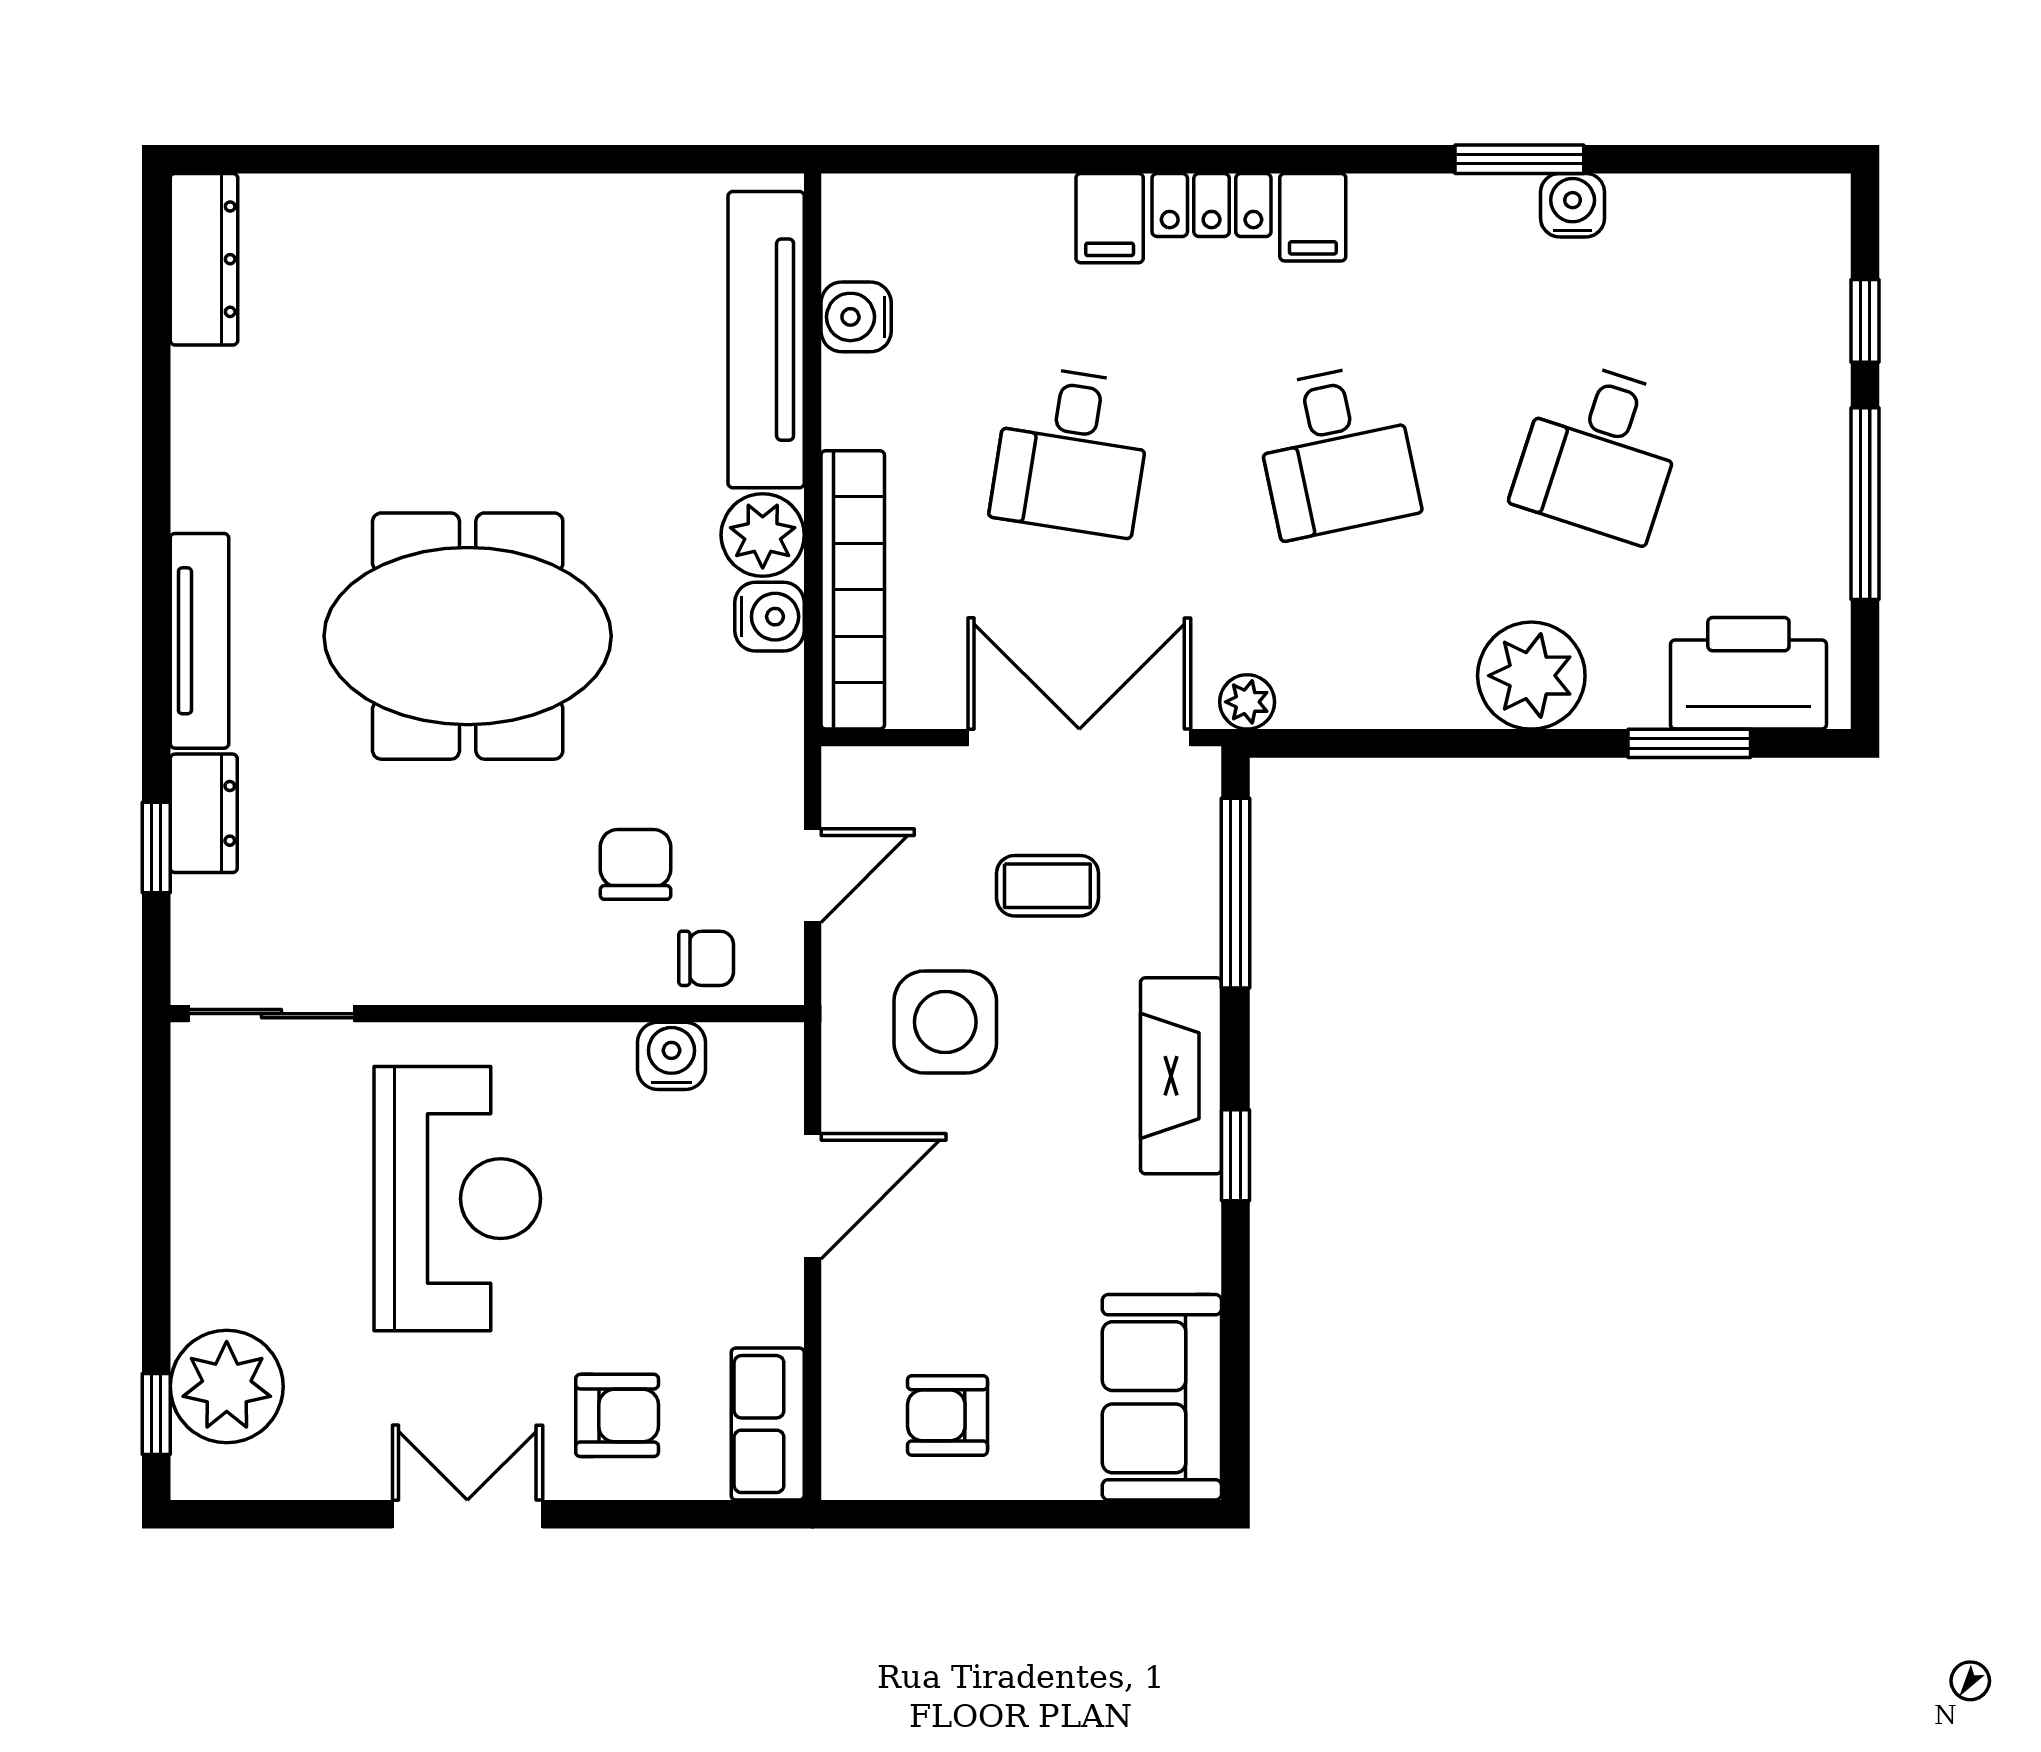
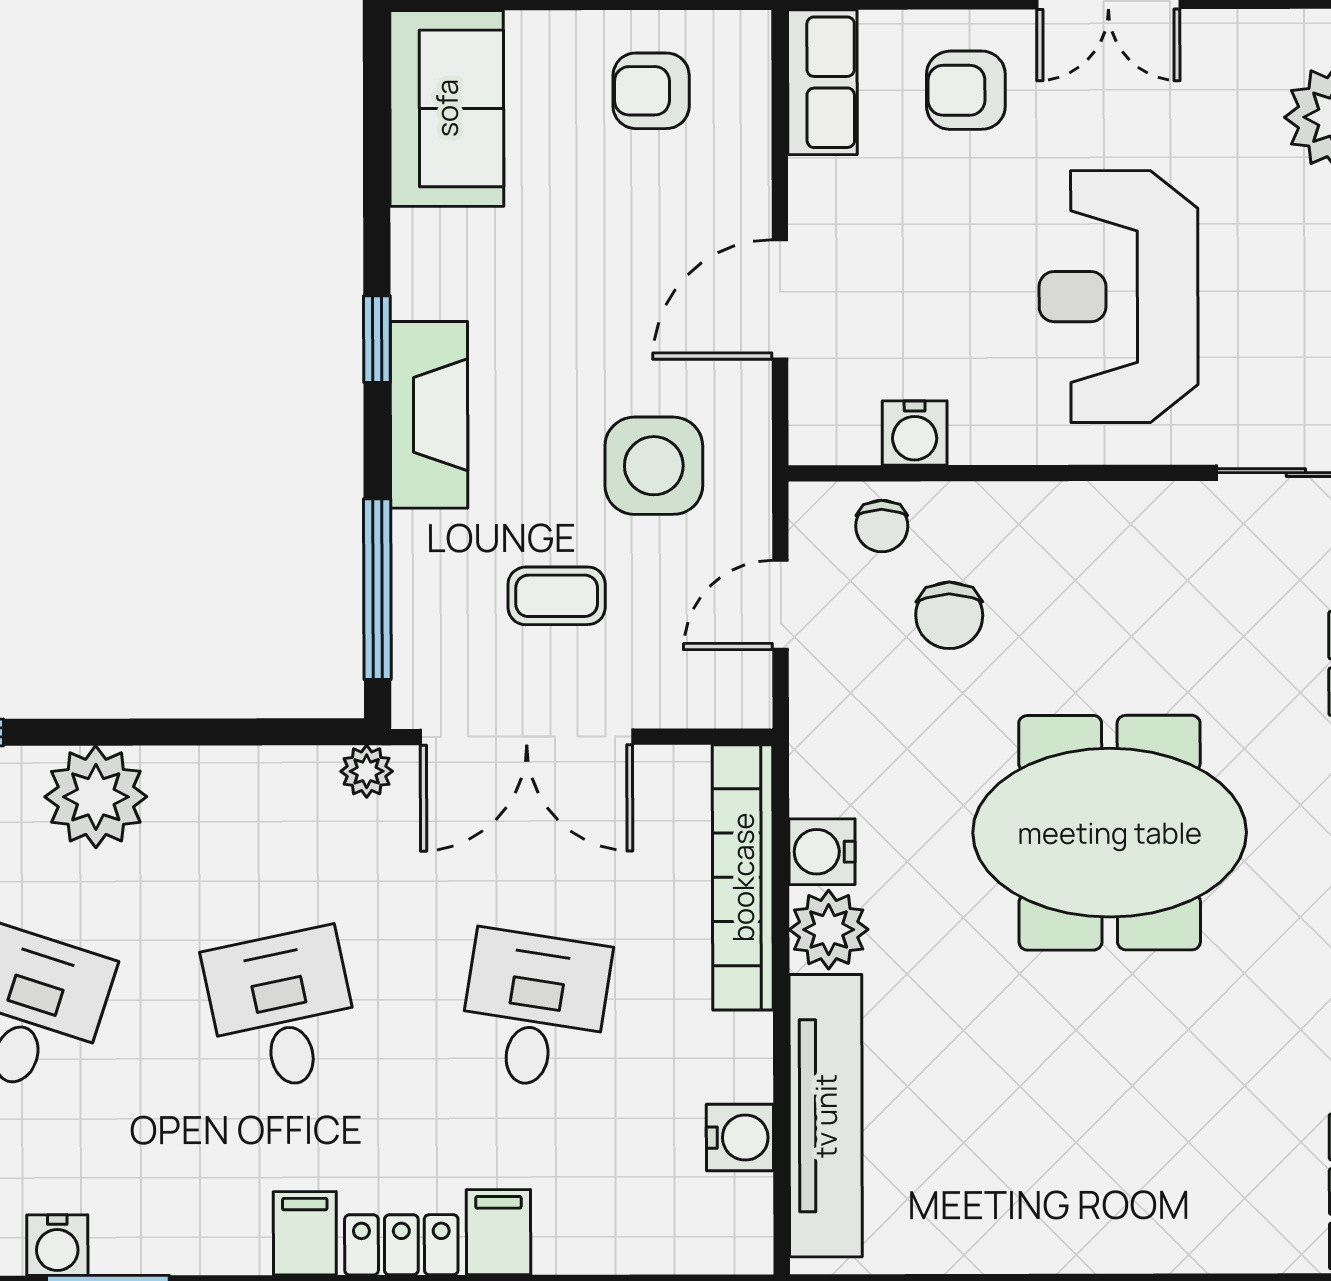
chair: (706, 958) -> (882, 526), turned -90
armchair: (947, 1415) -> (651, 91), turned 180

